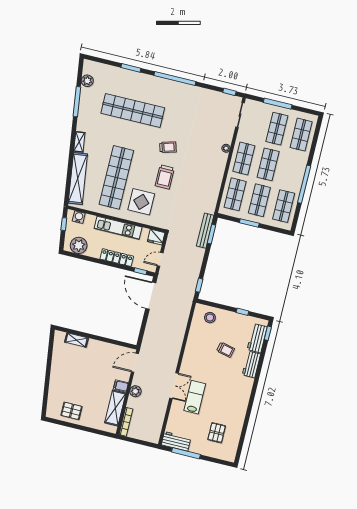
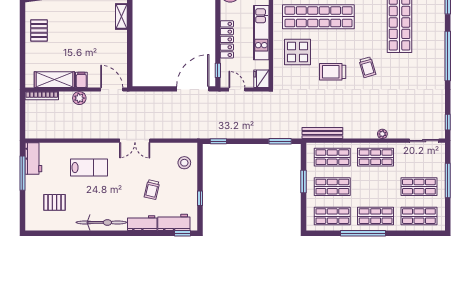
shop shelf: (268, 164) -> (376, 216), moved
bench: (205, 231) -> (322, 133), moved
double door: (174, 386) -> (135, 141), moved
bicycle: (243, 398) -> (101, 222), added

